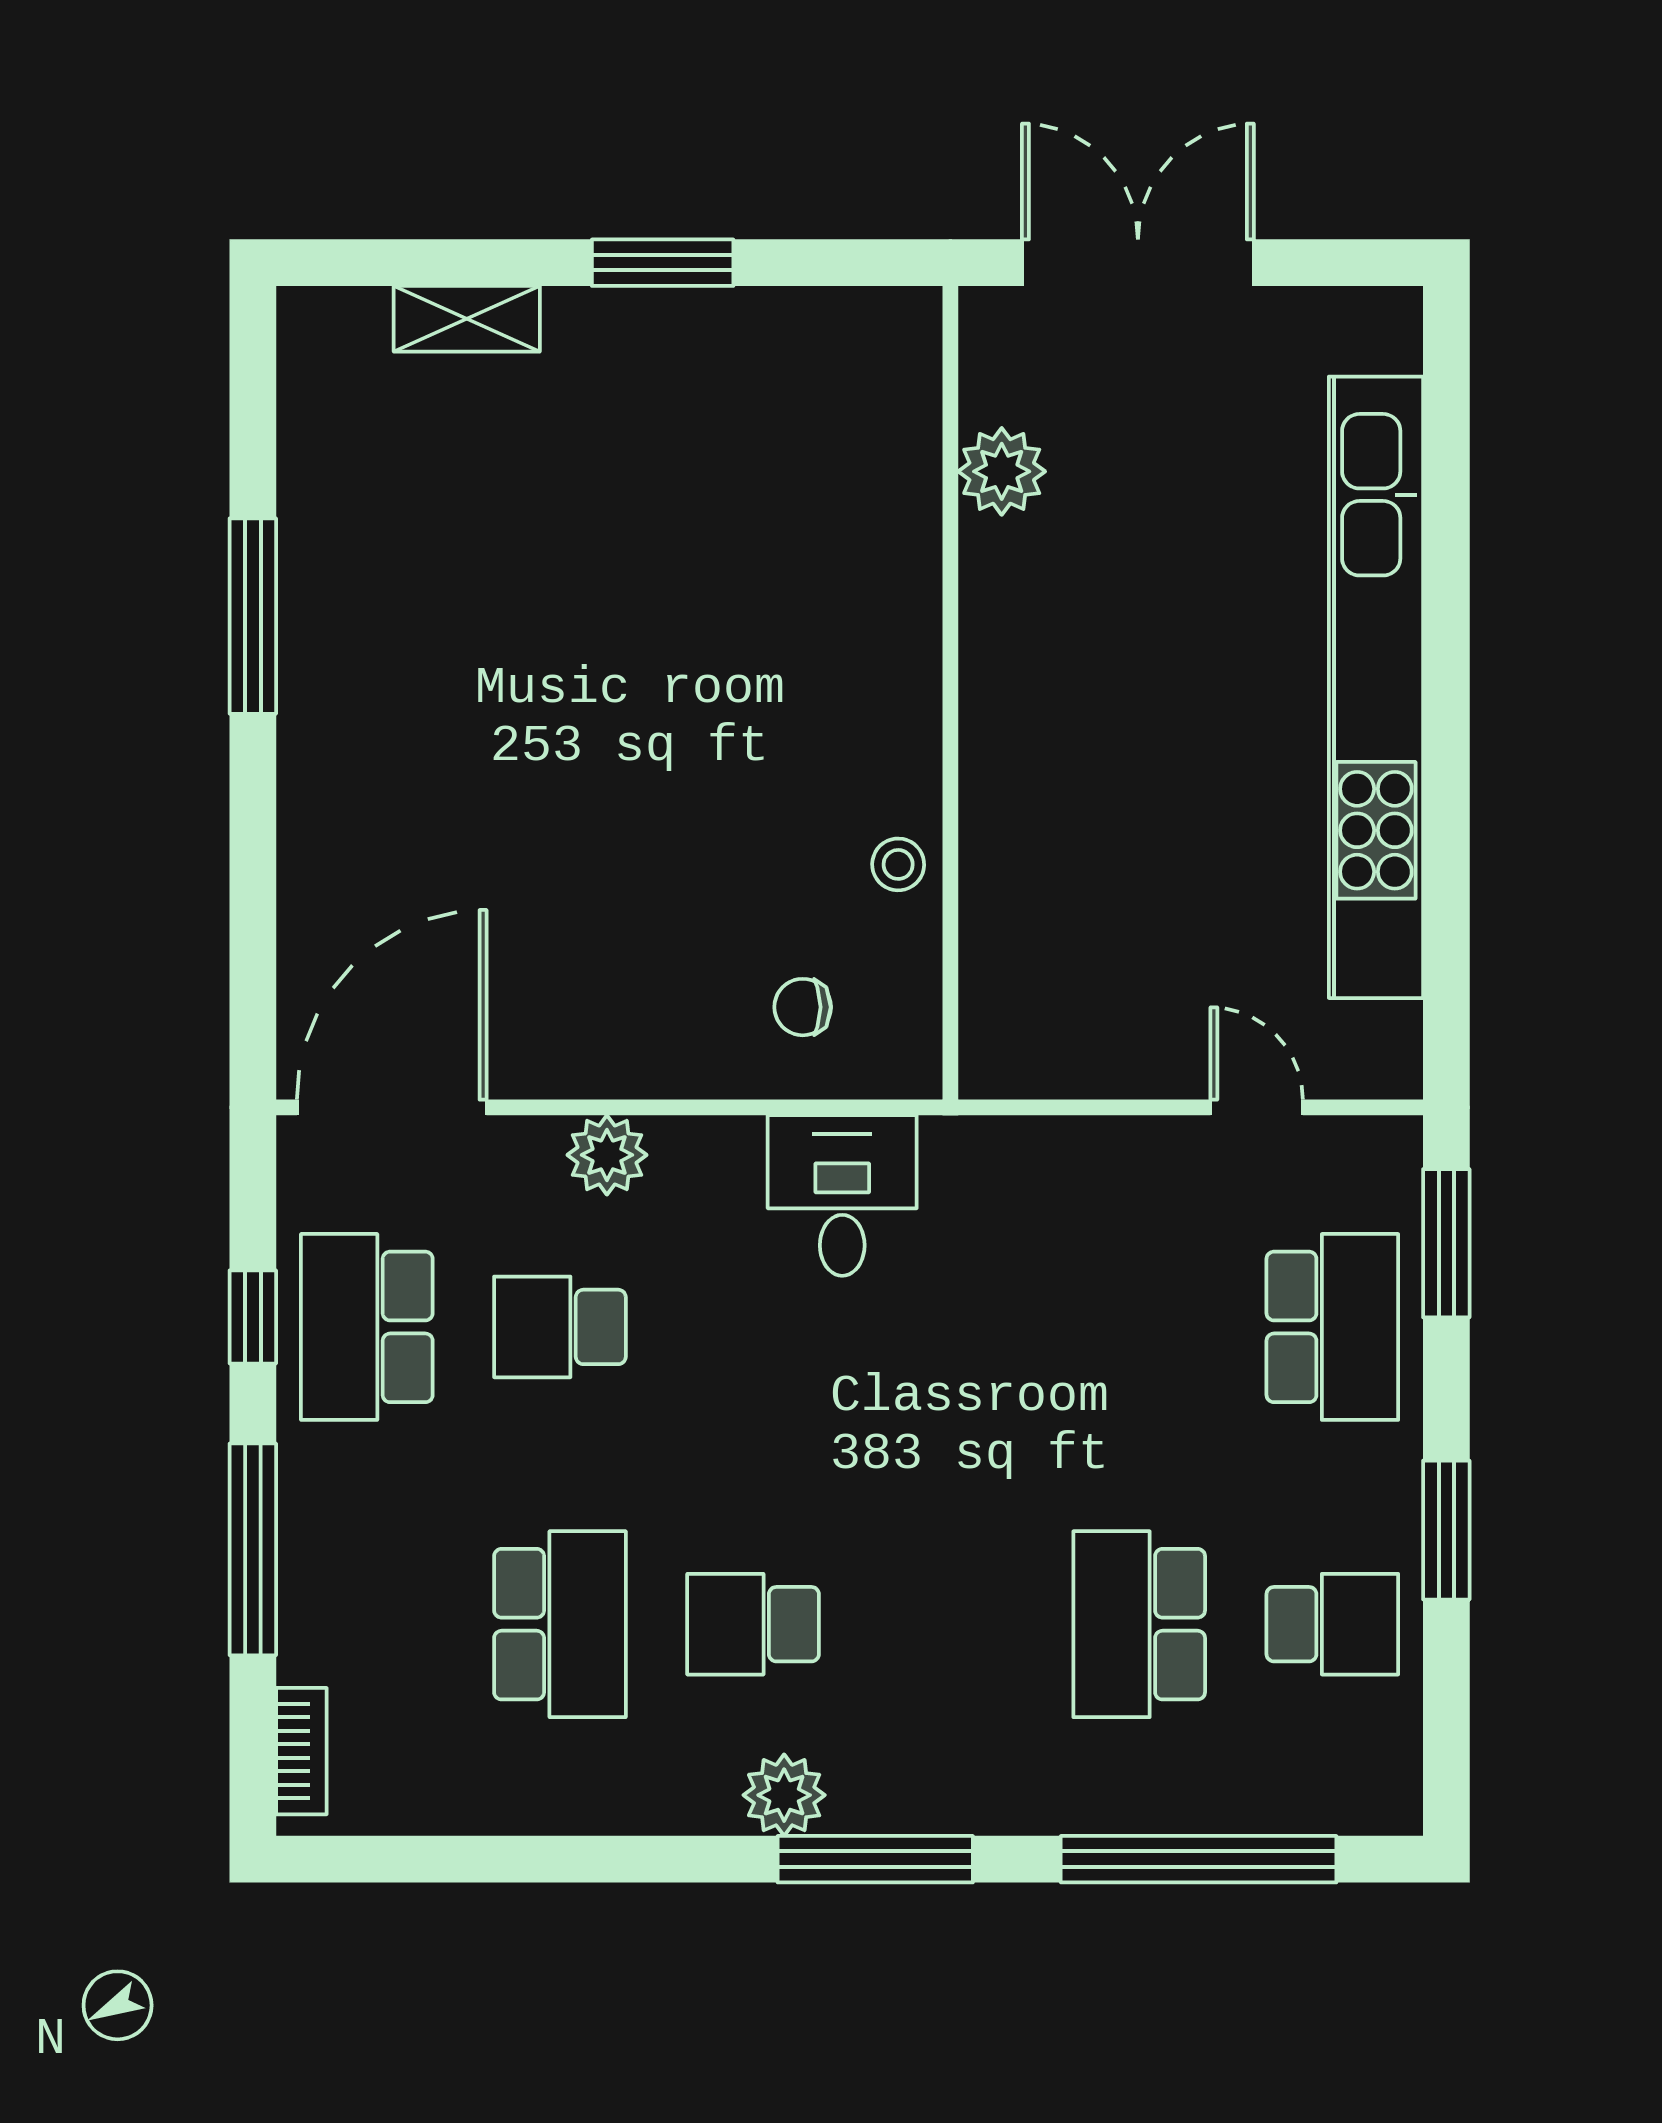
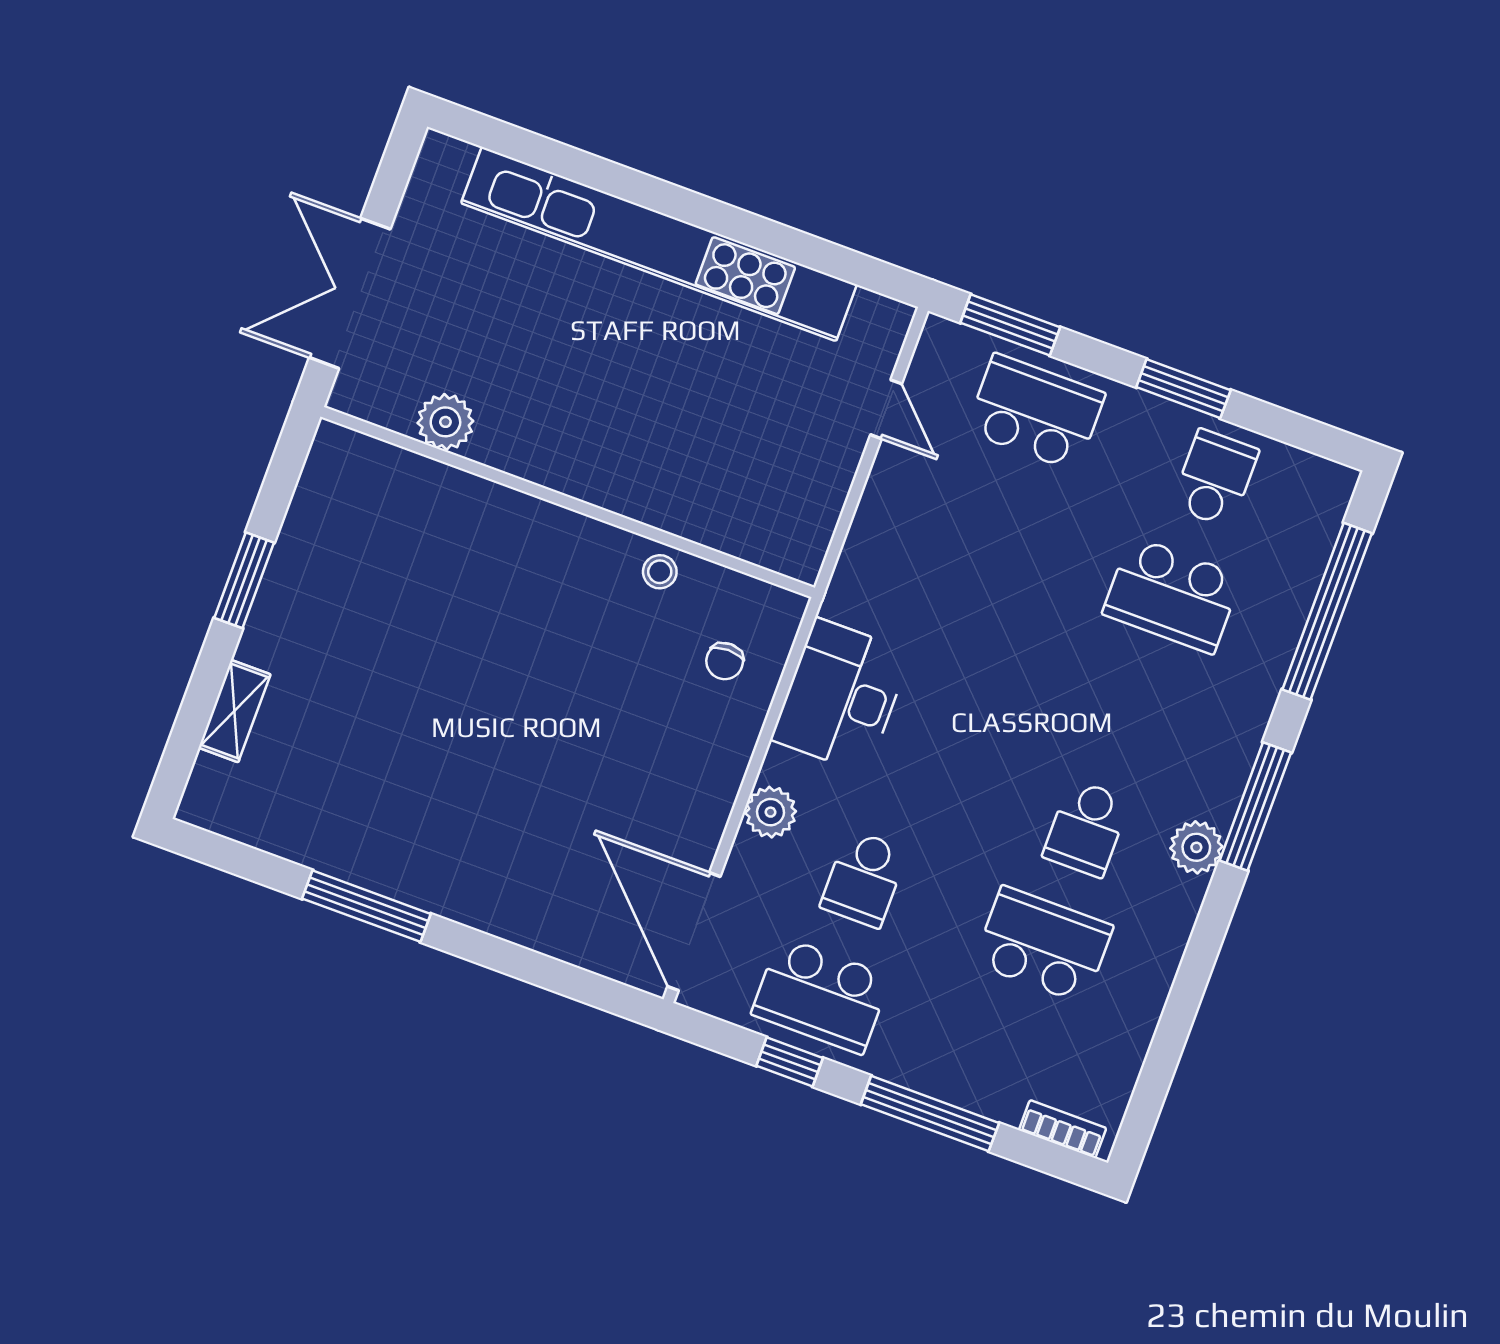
door: (1257, 1107) -> (886, 409), swing flipped
desk: (842, 1196) -> (841, 696), width x1.37

